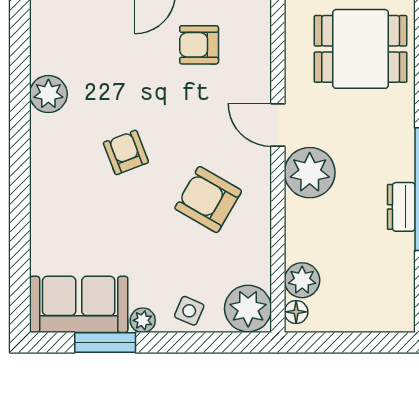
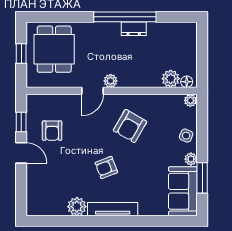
tv unit: (43, 165) -> (113, 209), added
plant: (310, 173) -> (111, 81), width x0.53, depth x0.53
plant: (248, 308) -> (190, 100), width x0.53, depth x0.53

